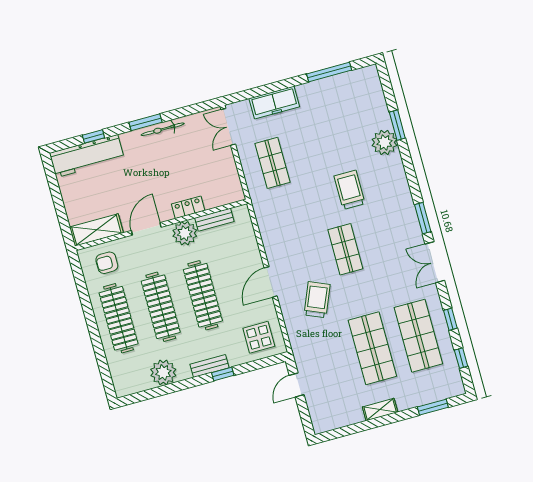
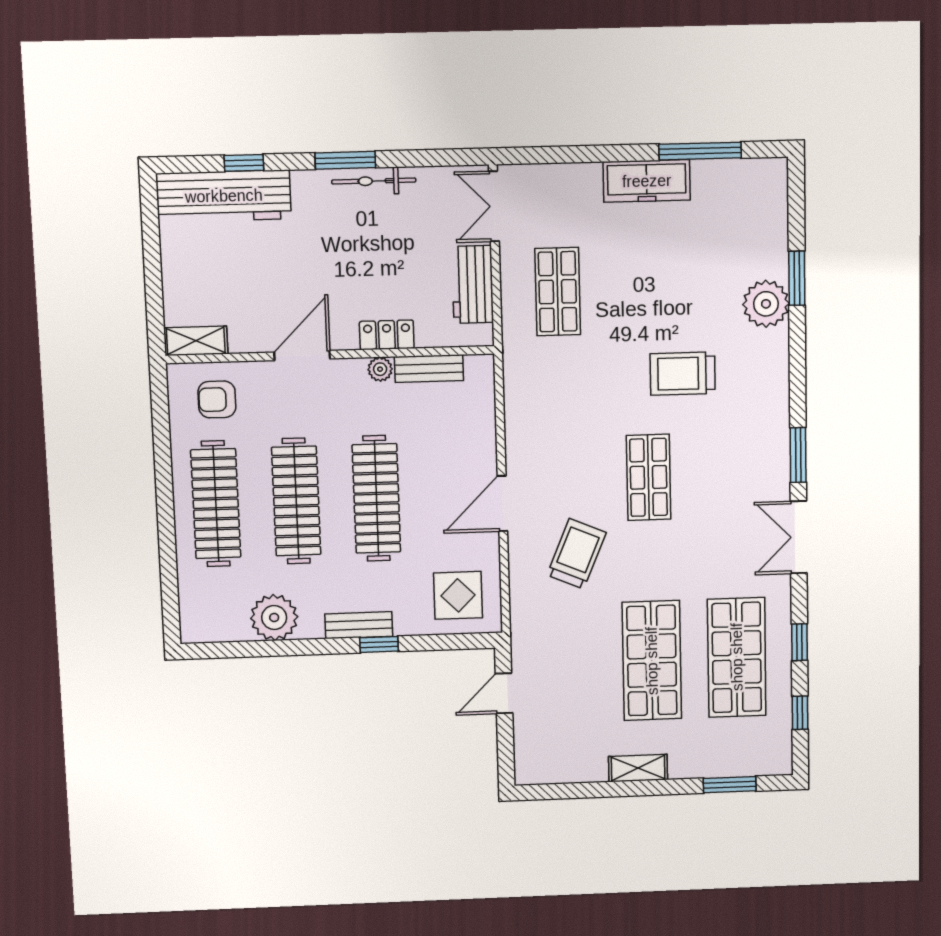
freezer: (274, 103) -> (647, 181), moved
workbench: (227, 170) -> (473, 284), added
trolley: (350, 190) -> (683, 374), turned -90
shelving: (96, 230) -> (196, 341), width x0.67, depth x0.75
plant: (185, 233) -> (380, 369), width x0.53, depth x0.53

